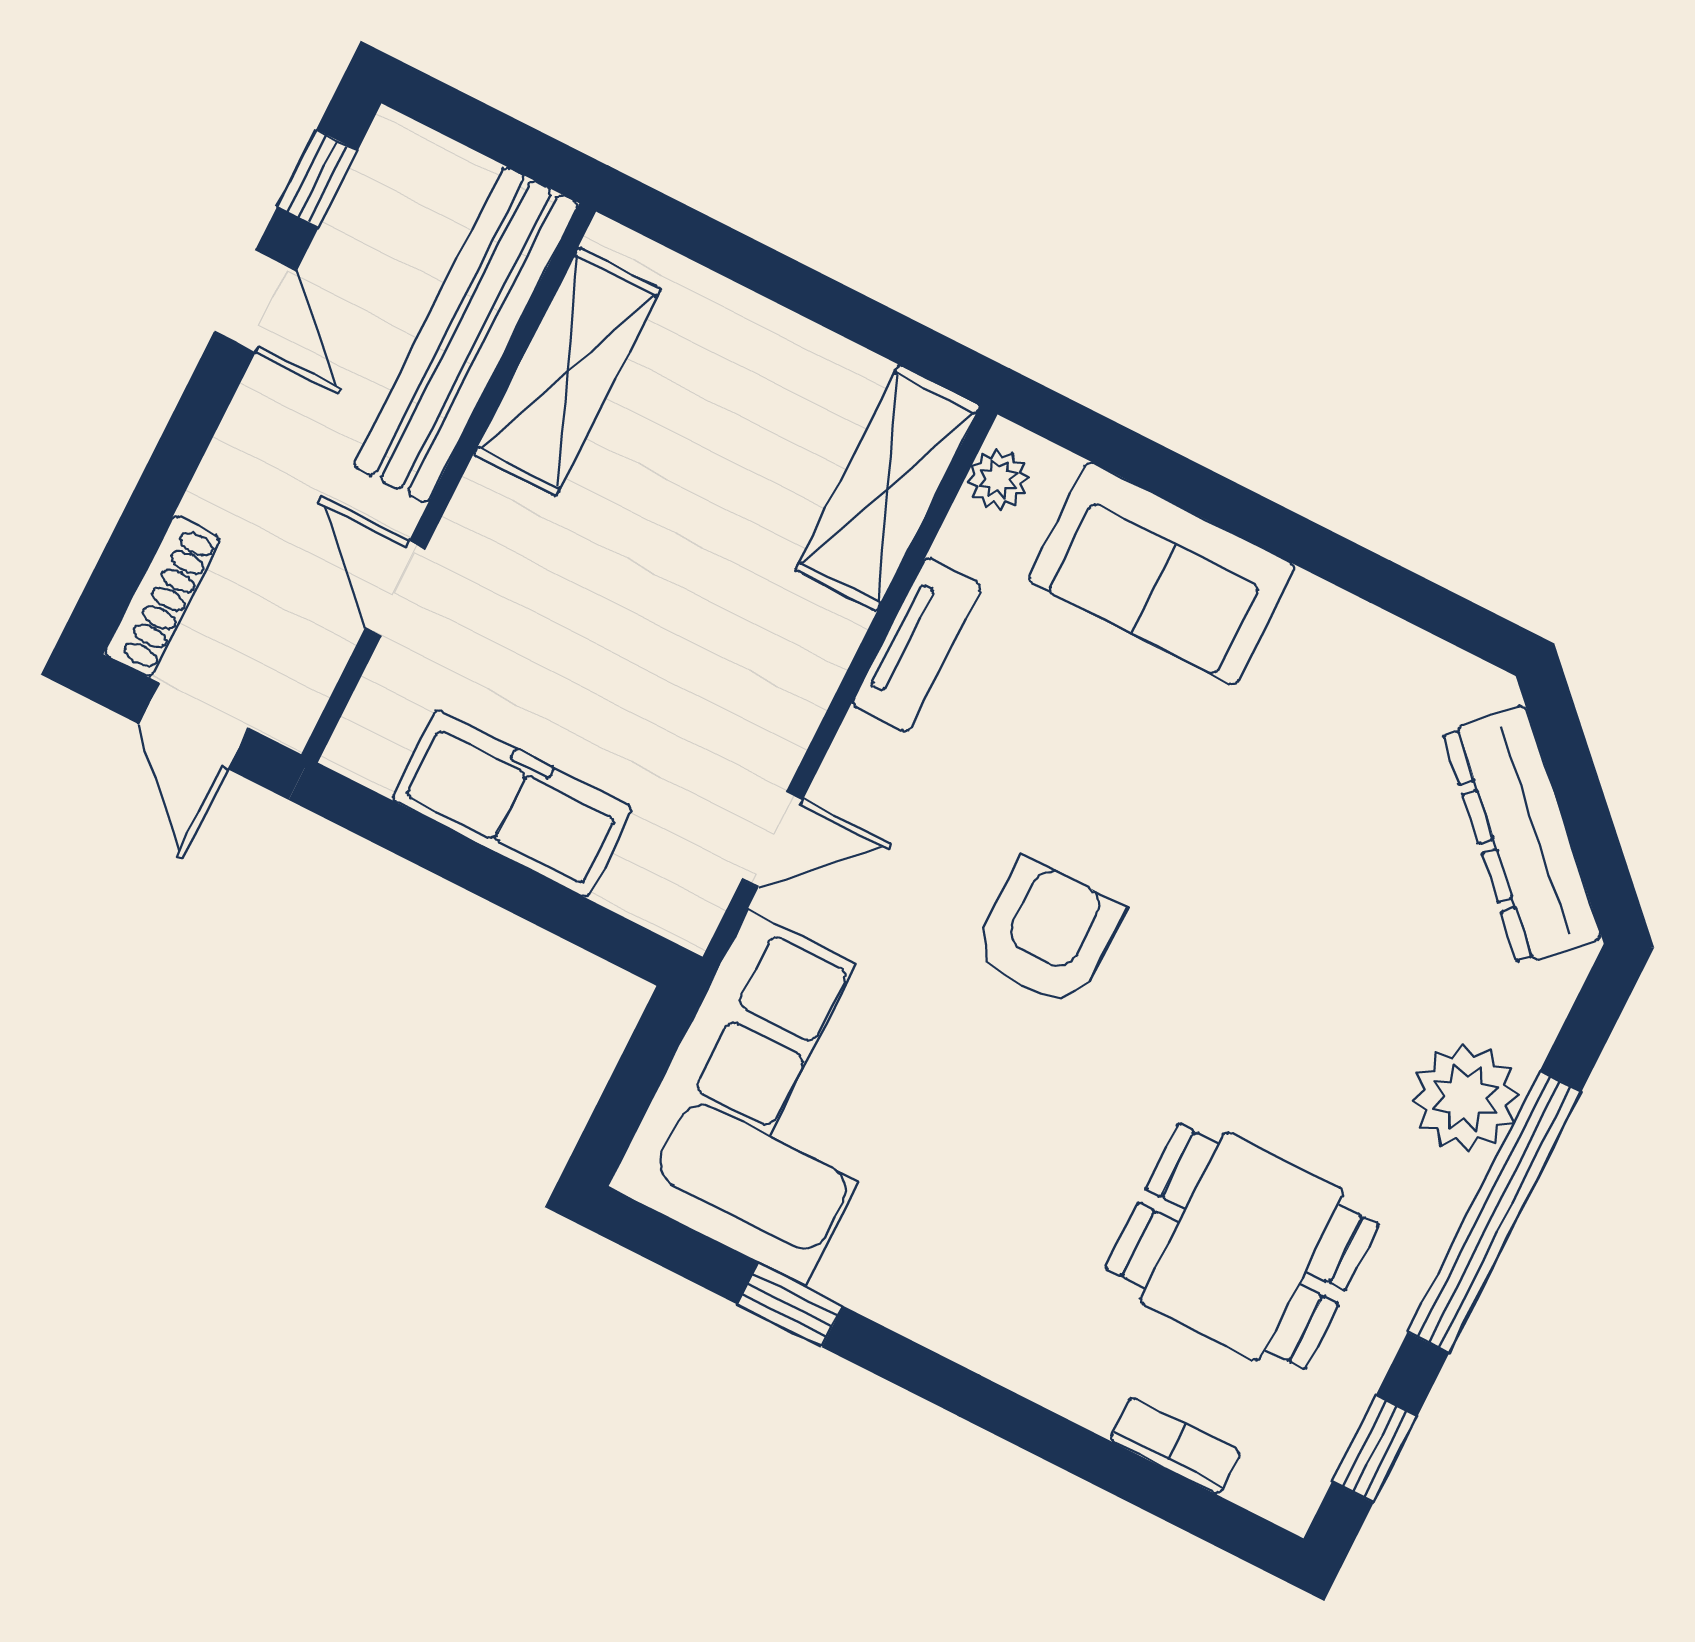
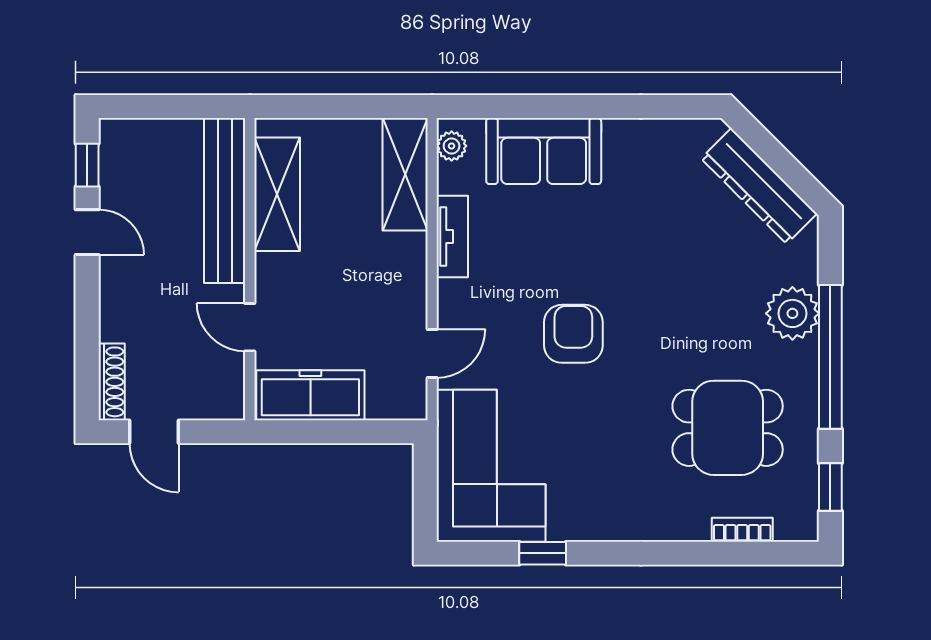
bench: (466, 335) -> (225, 201), moved
shelving: (567, 372) -> (277, 194), moved
wall: (449, 483) -> (250, 269), moved
door: (395, 589) -> (250, 327), moved

